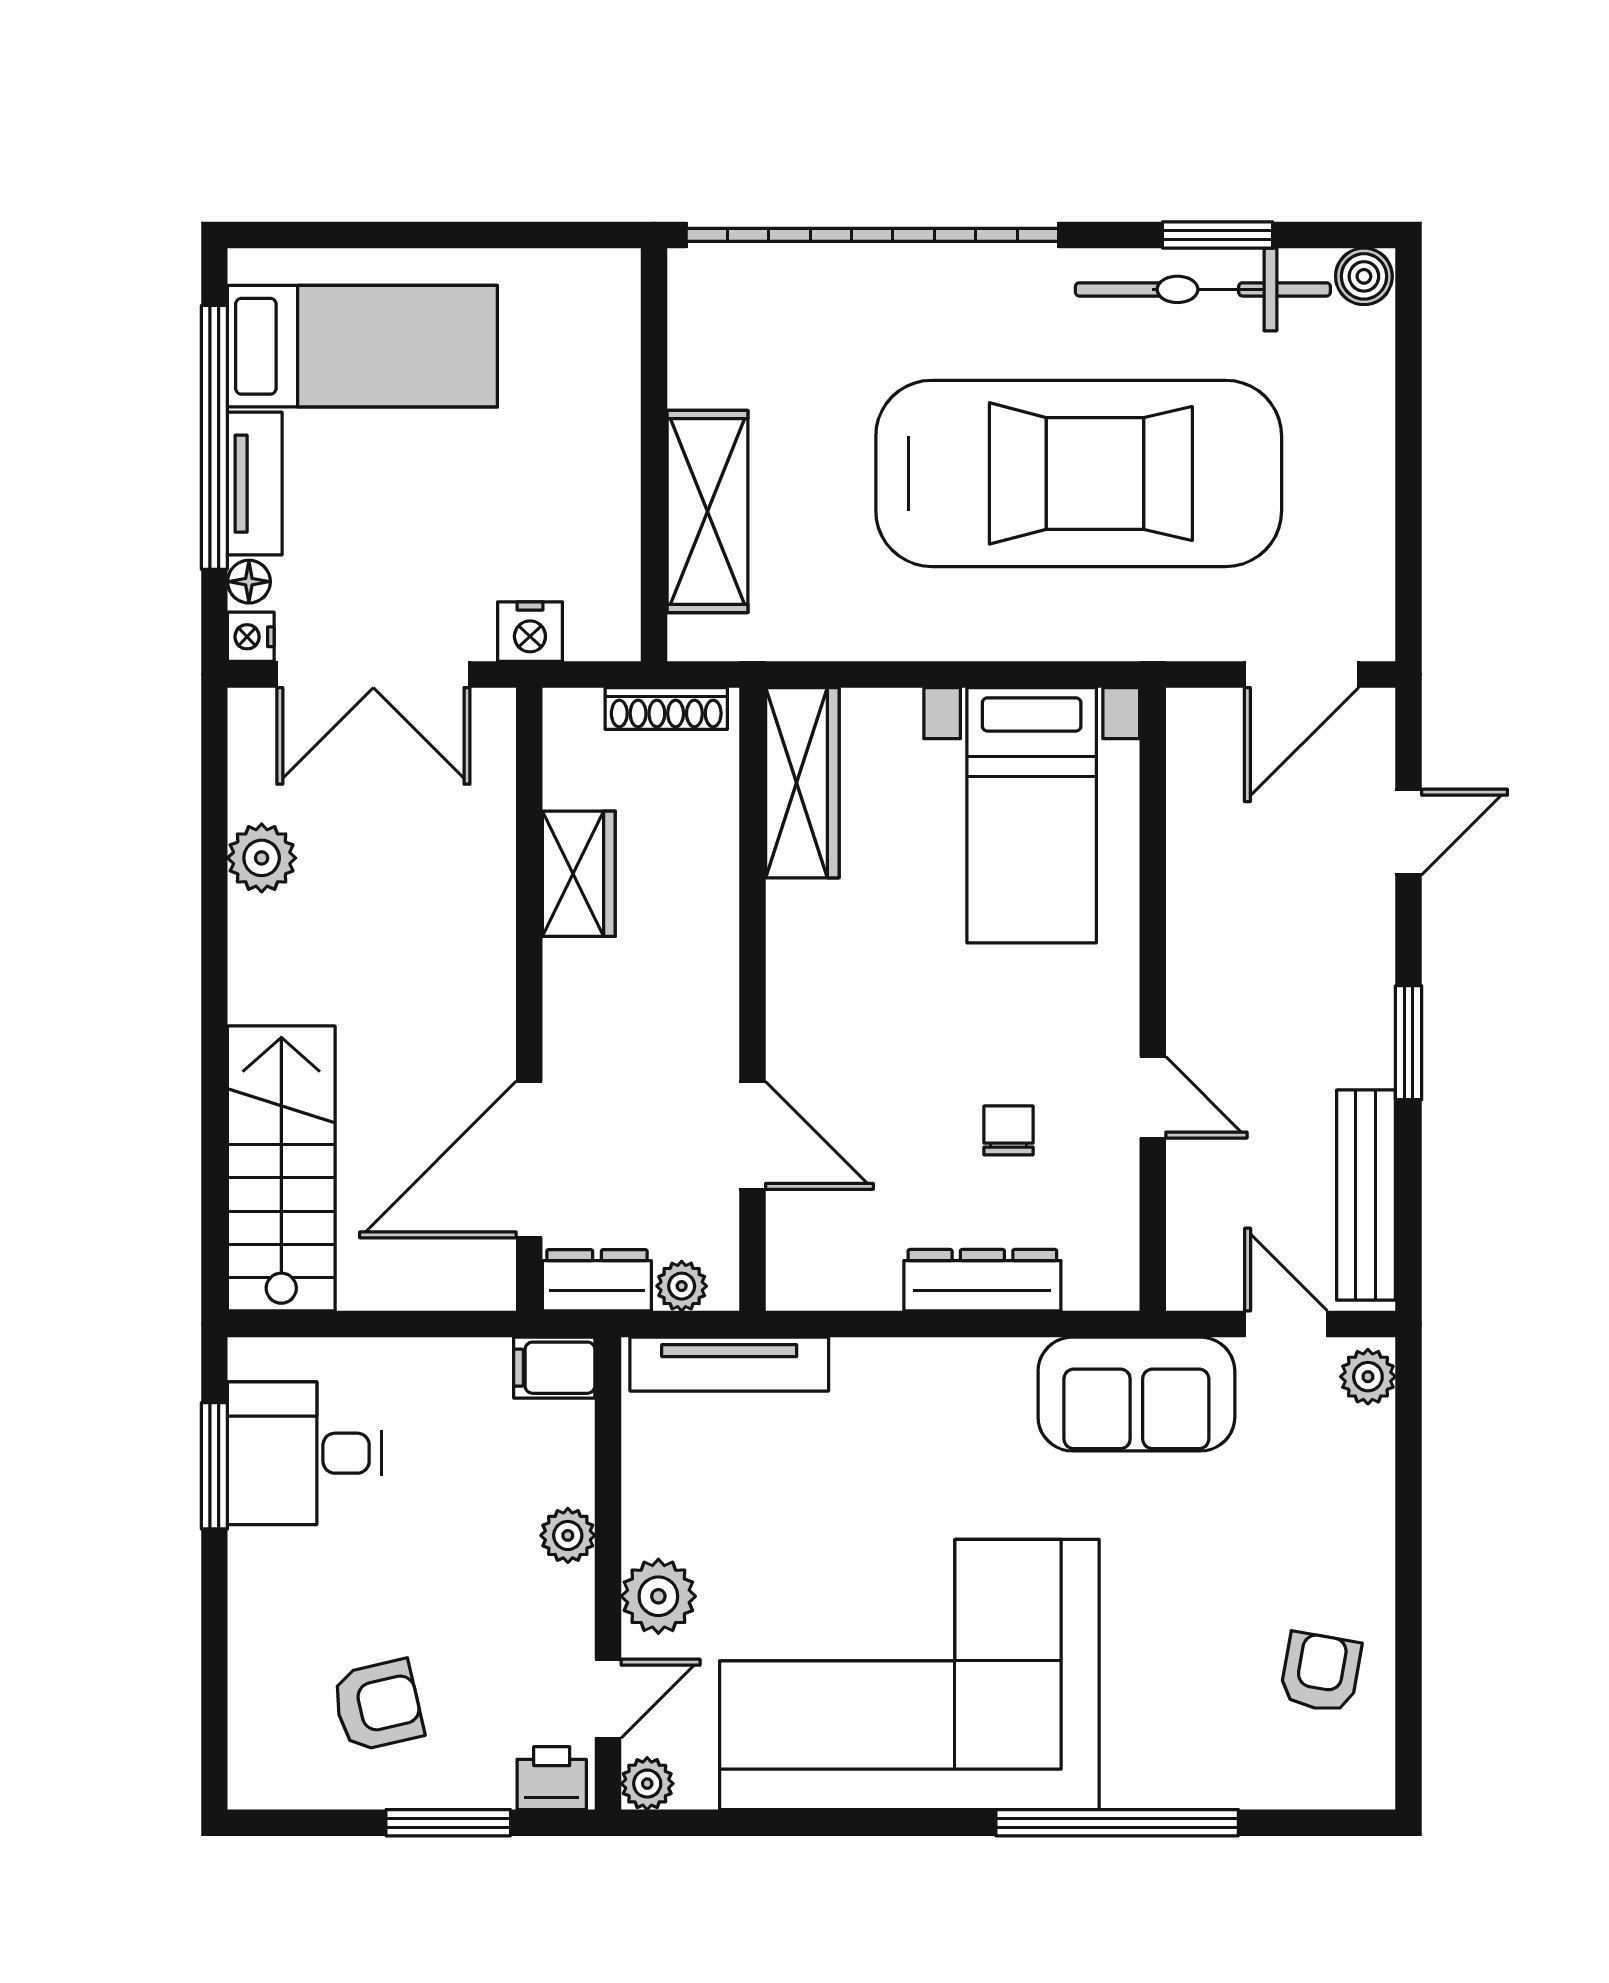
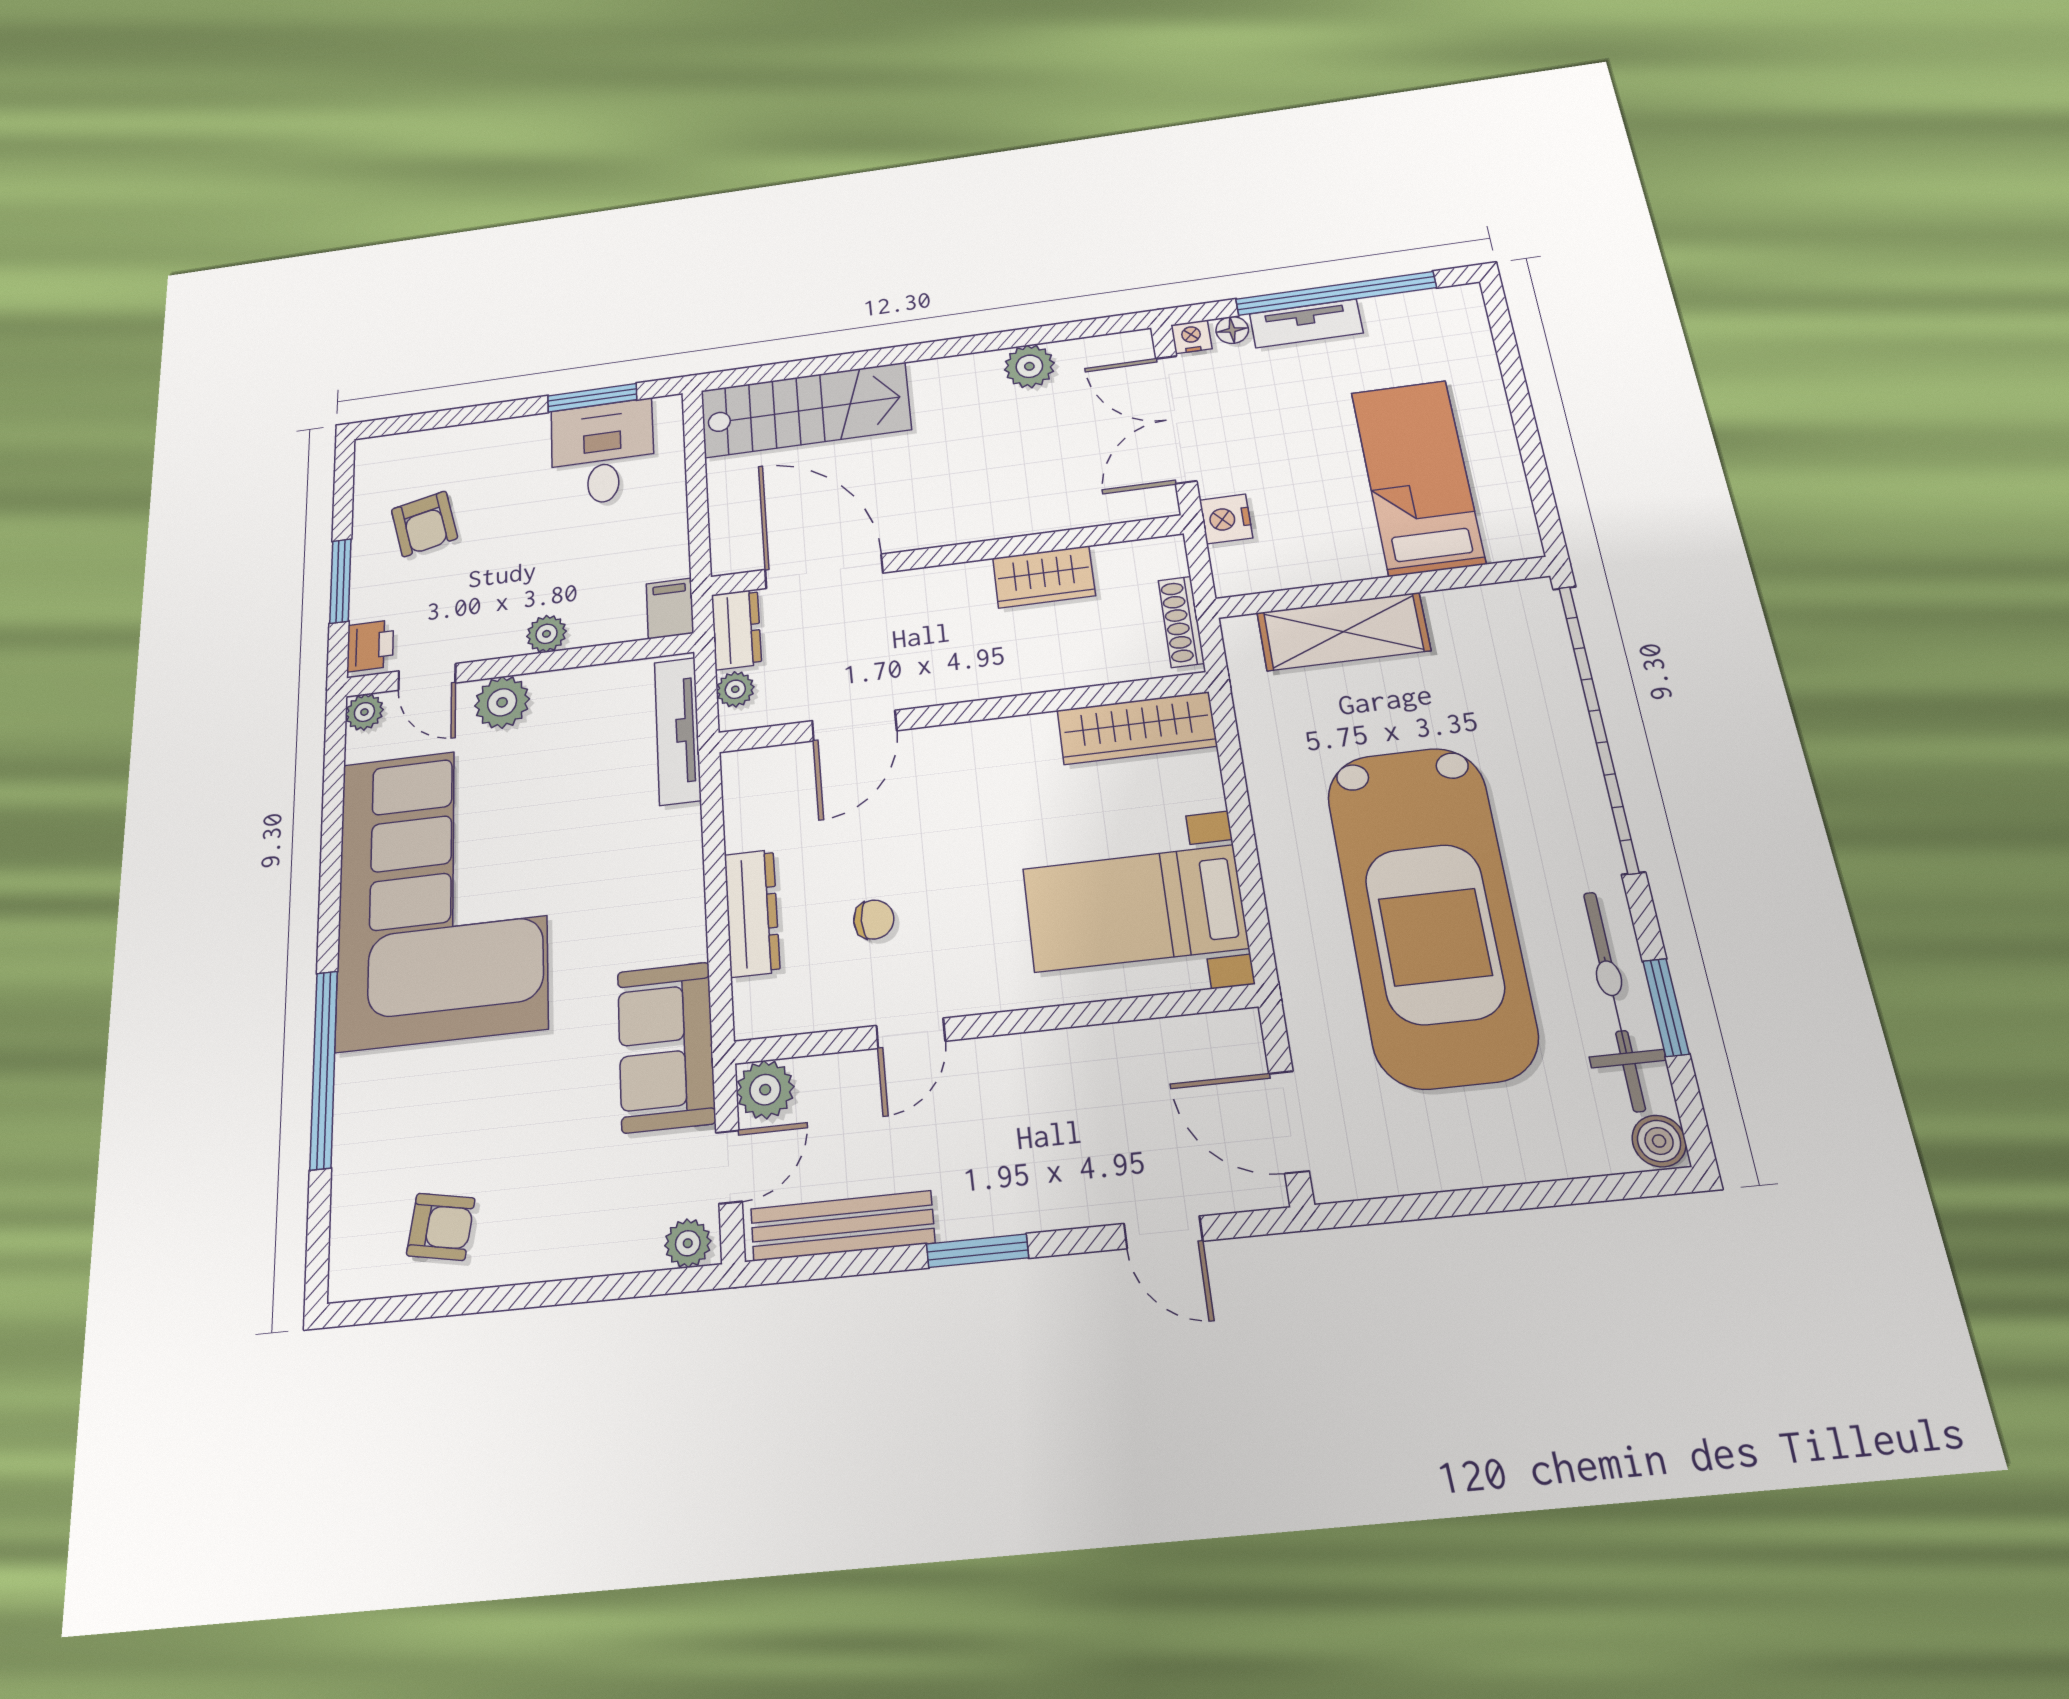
bed: (362, 346) -> (1417, 477), moved, turned 180
plant: (1201, 1276) -> (765, 1090), added

